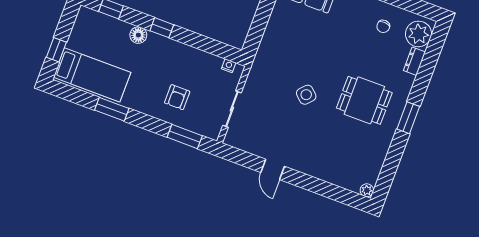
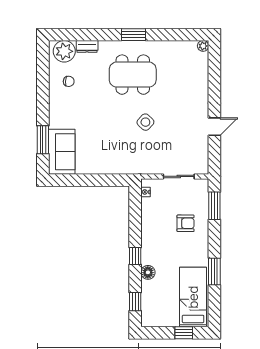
dining table: (364, 100) -> (133, 75), width x1.38

